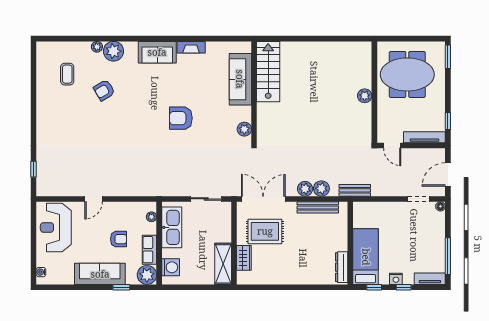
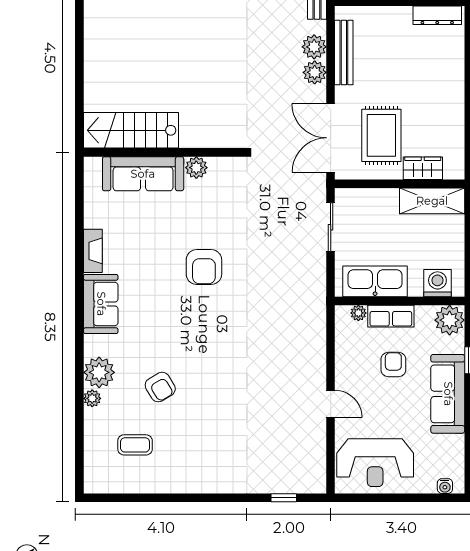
plant: (244, 129) -> (196, 168), moved
row of seats: (149, 250) -> (391, 316), moved

